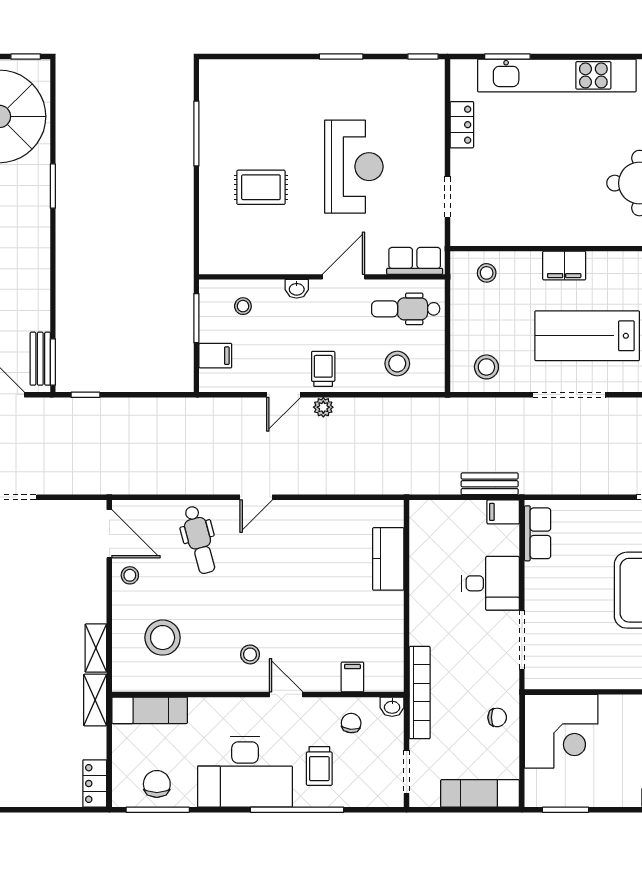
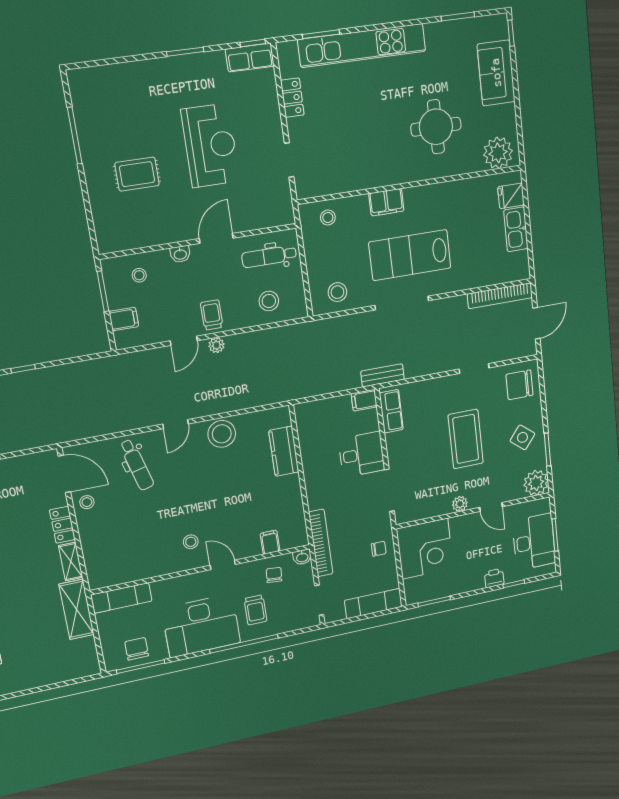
row of seats: (415, 261) -> (250, 58), moved, turned 180
bench: (490, 484) -> (382, 375), moved
stool: (163, 638) -> (222, 434), moved
plant: (617, 678) -> (460, 504), added
shelving: (95, 700) -> (76, 609), width x1.50, depth x1.33
locker: (95, 784) -> (62, 525), moved

